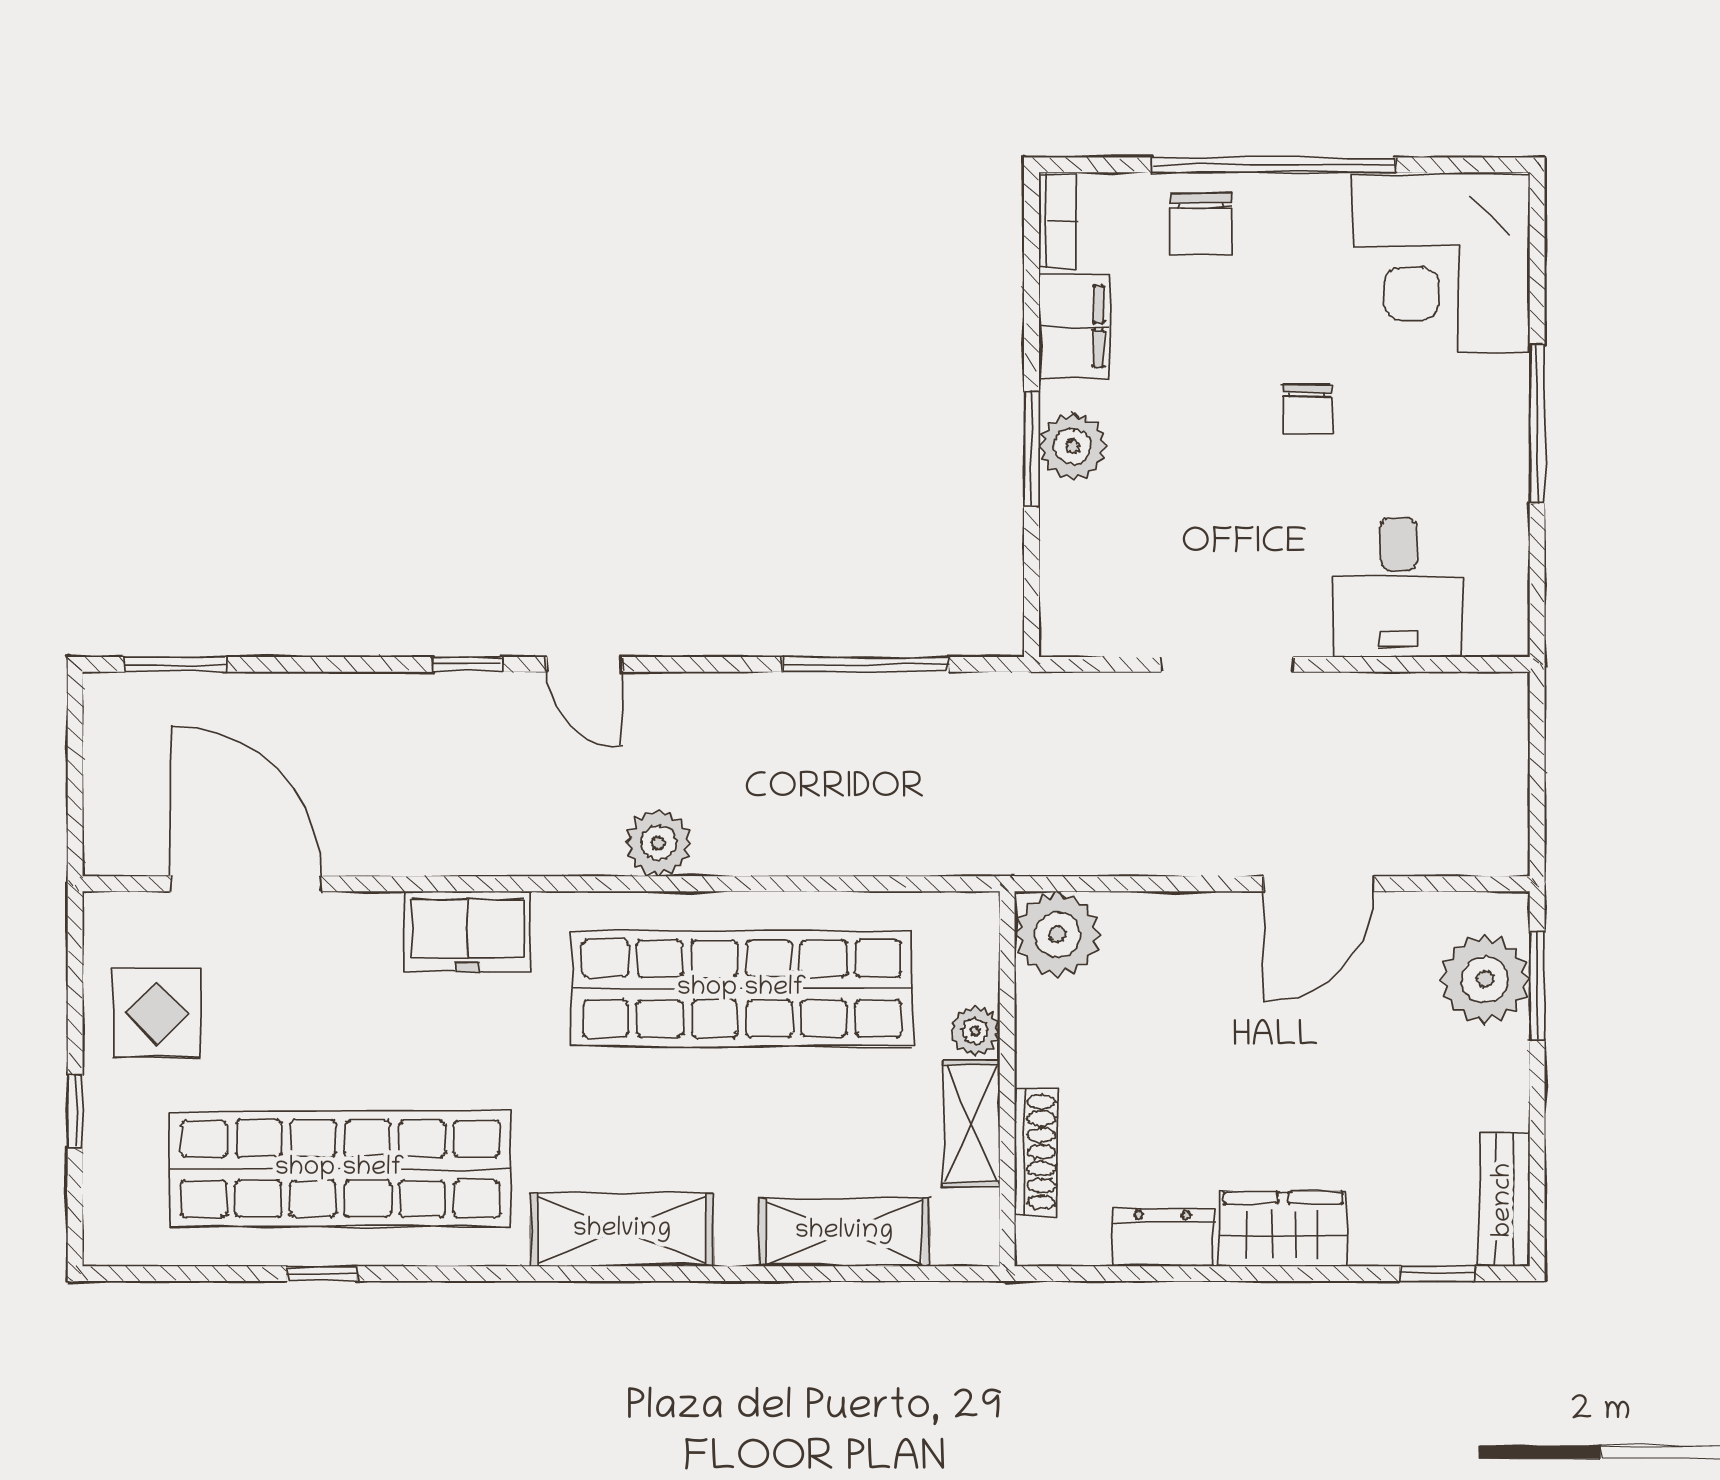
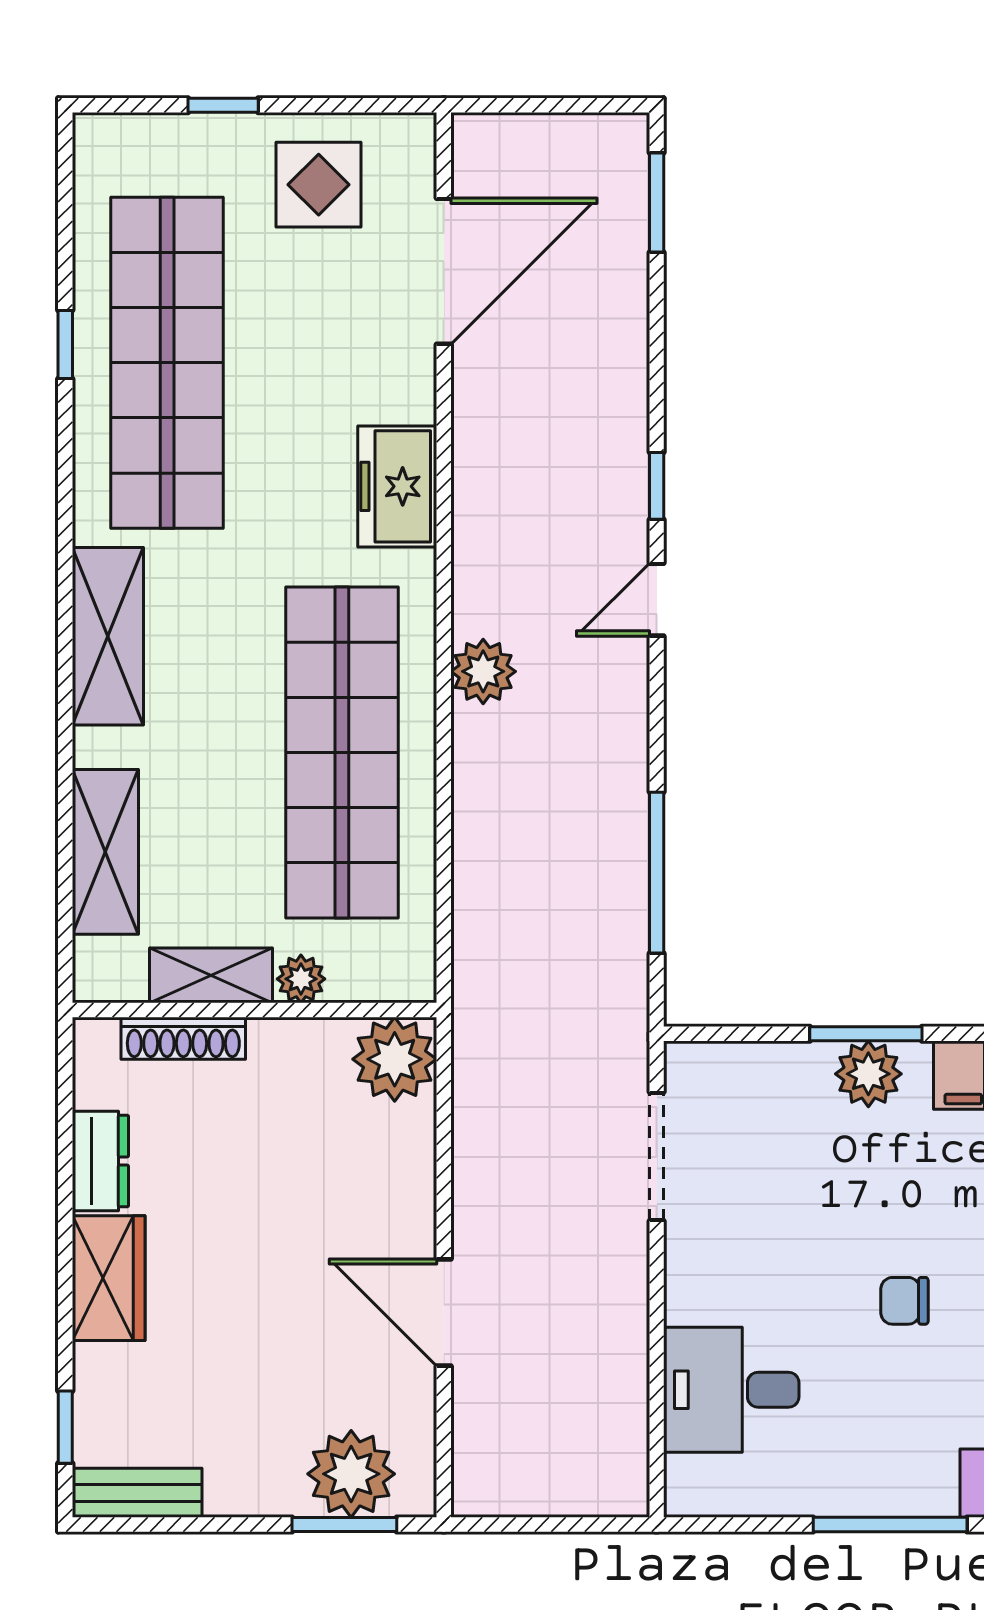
doorway: (1227, 664) -> (657, 1156), moved

